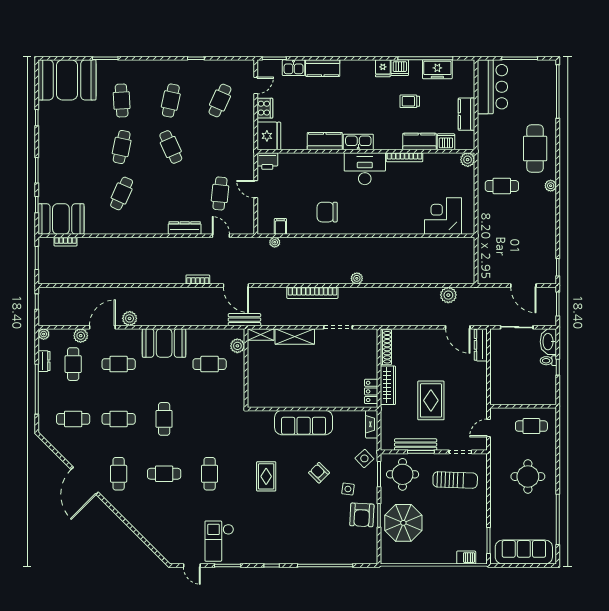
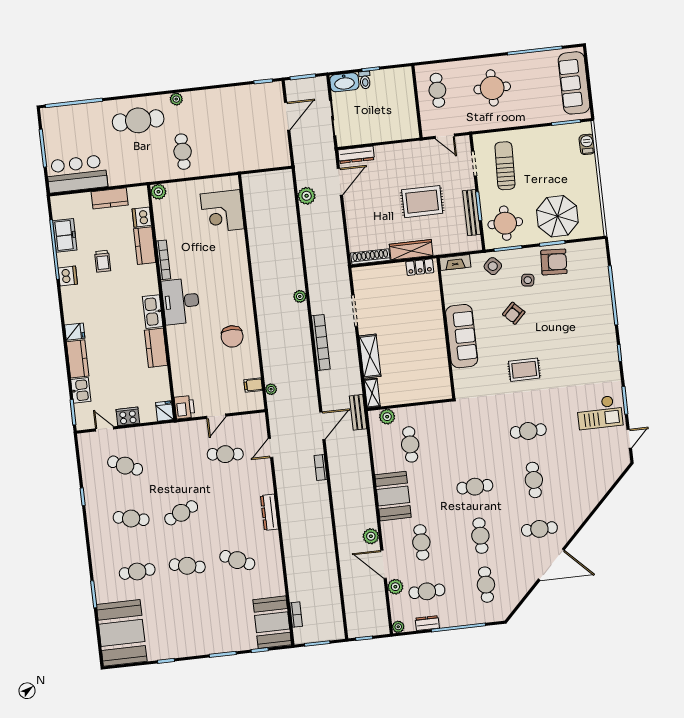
fridge: (383, 68) -> (75, 332), moved
fridge: (269, 136) -> (165, 411), width x0.53, depth x0.75
dresser: (185, 228) -> (269, 512), moved

